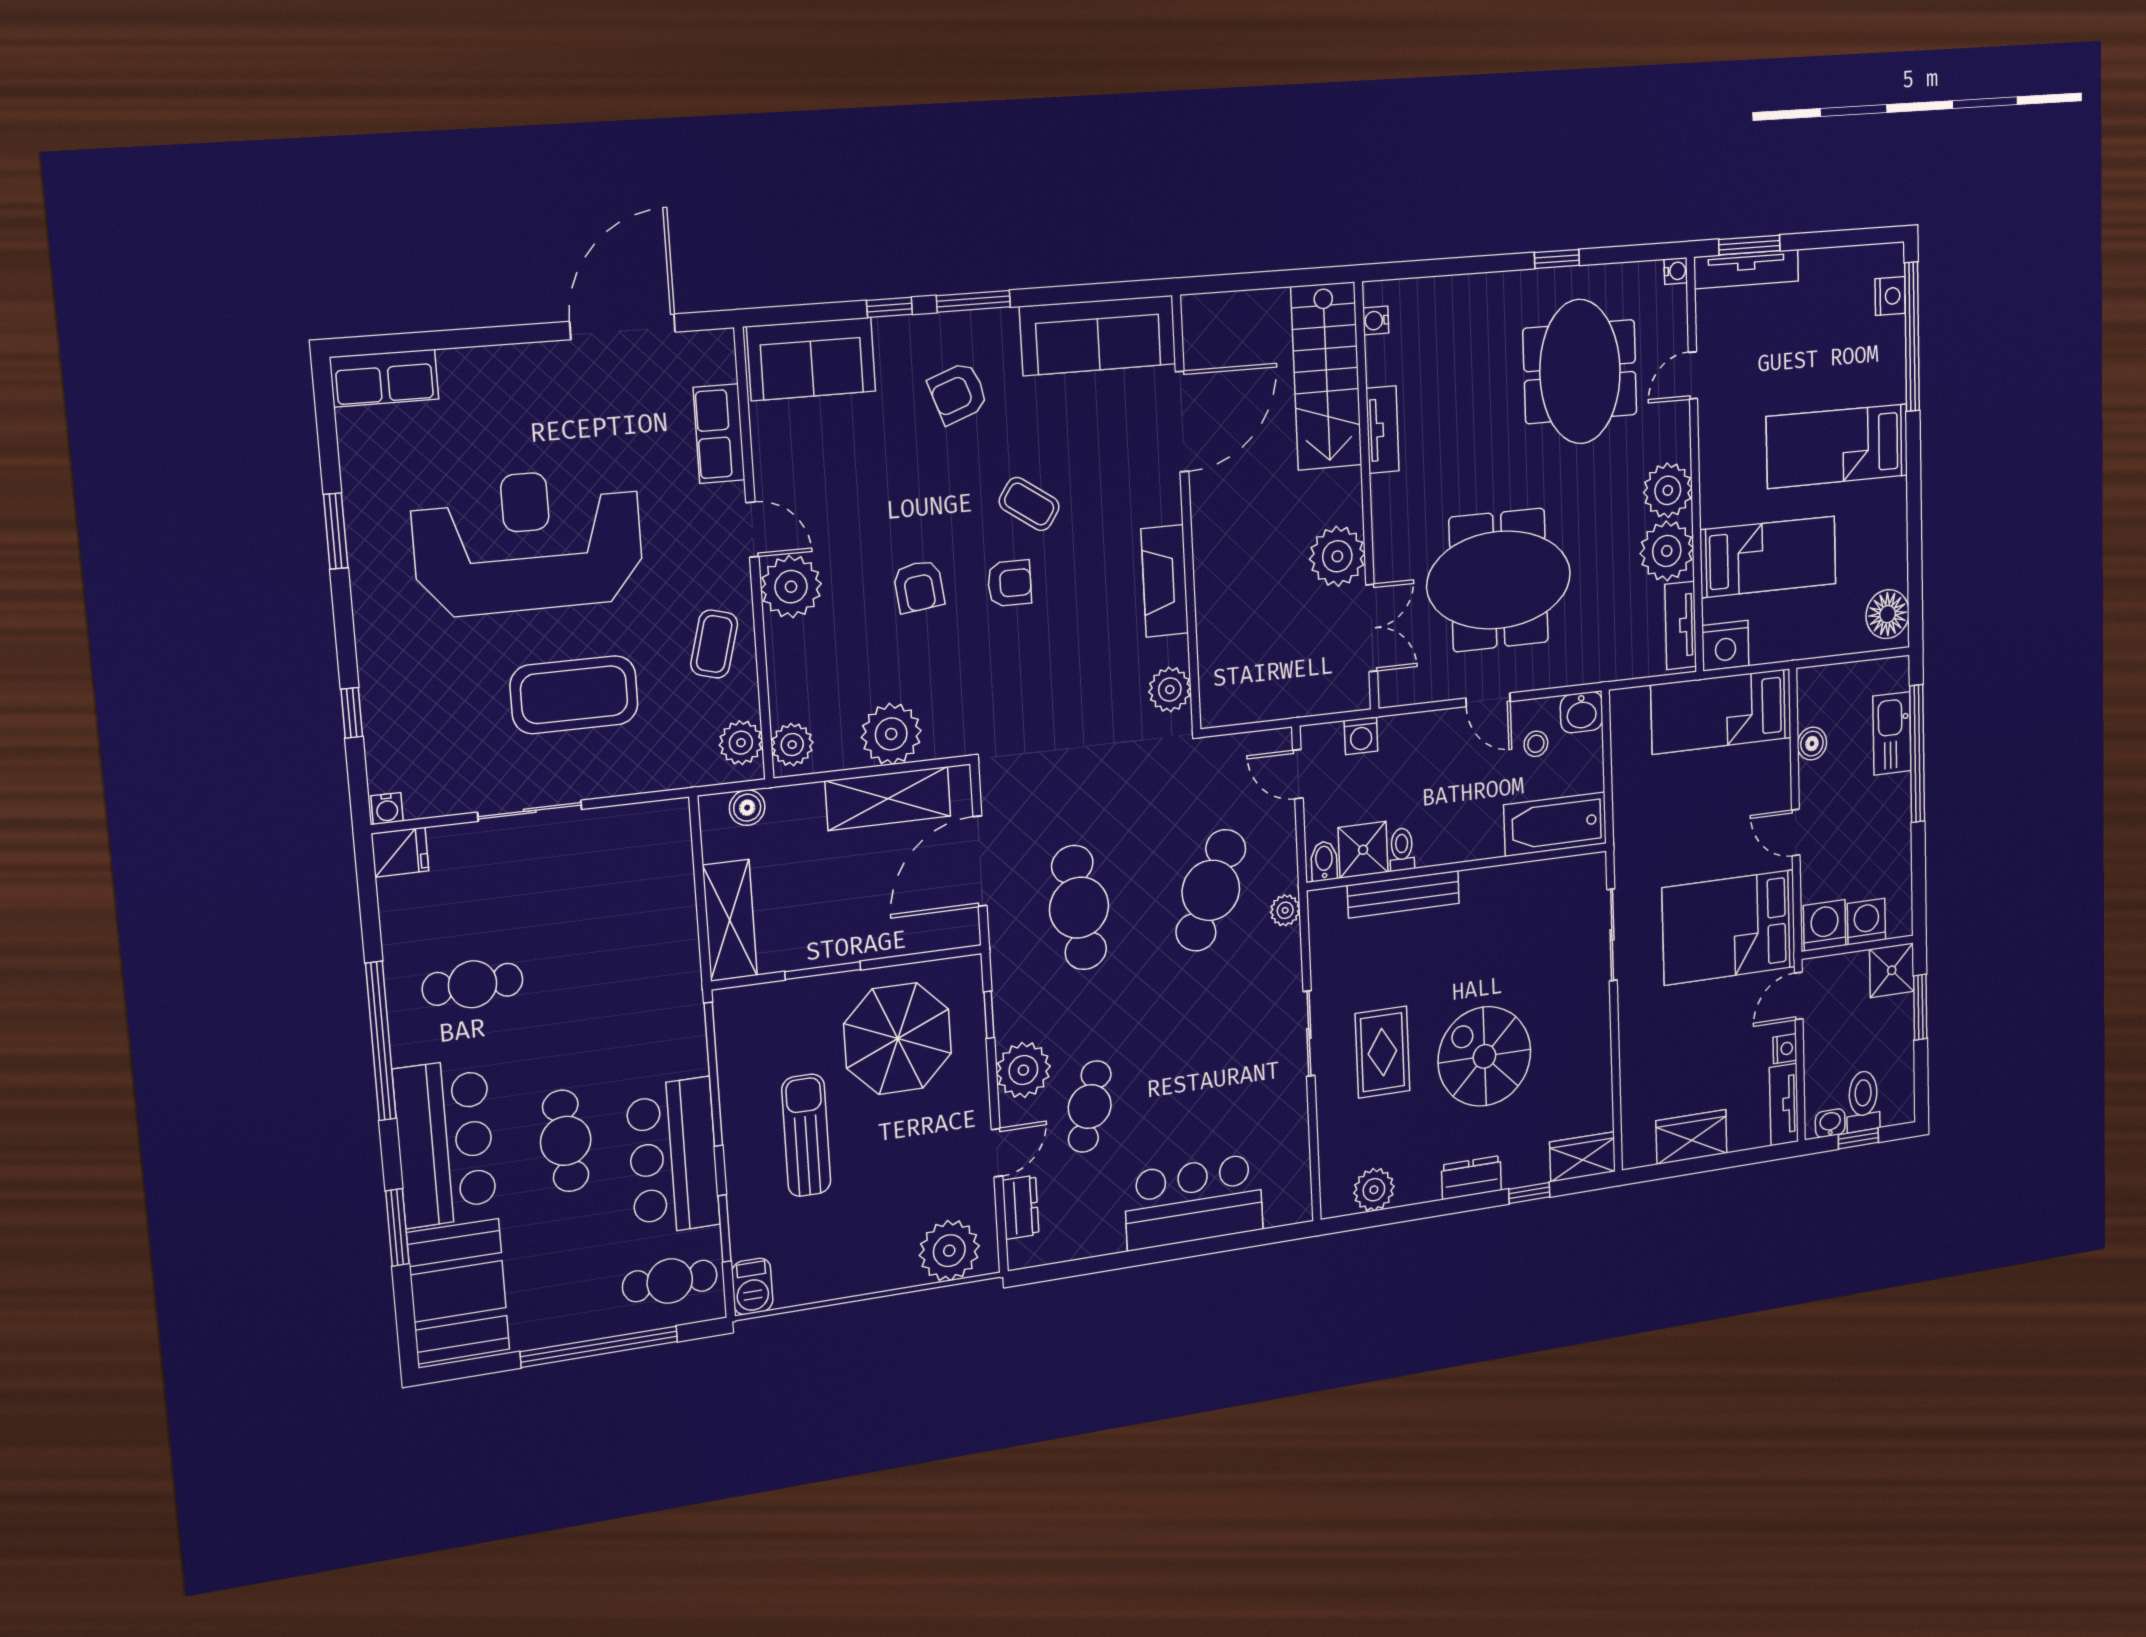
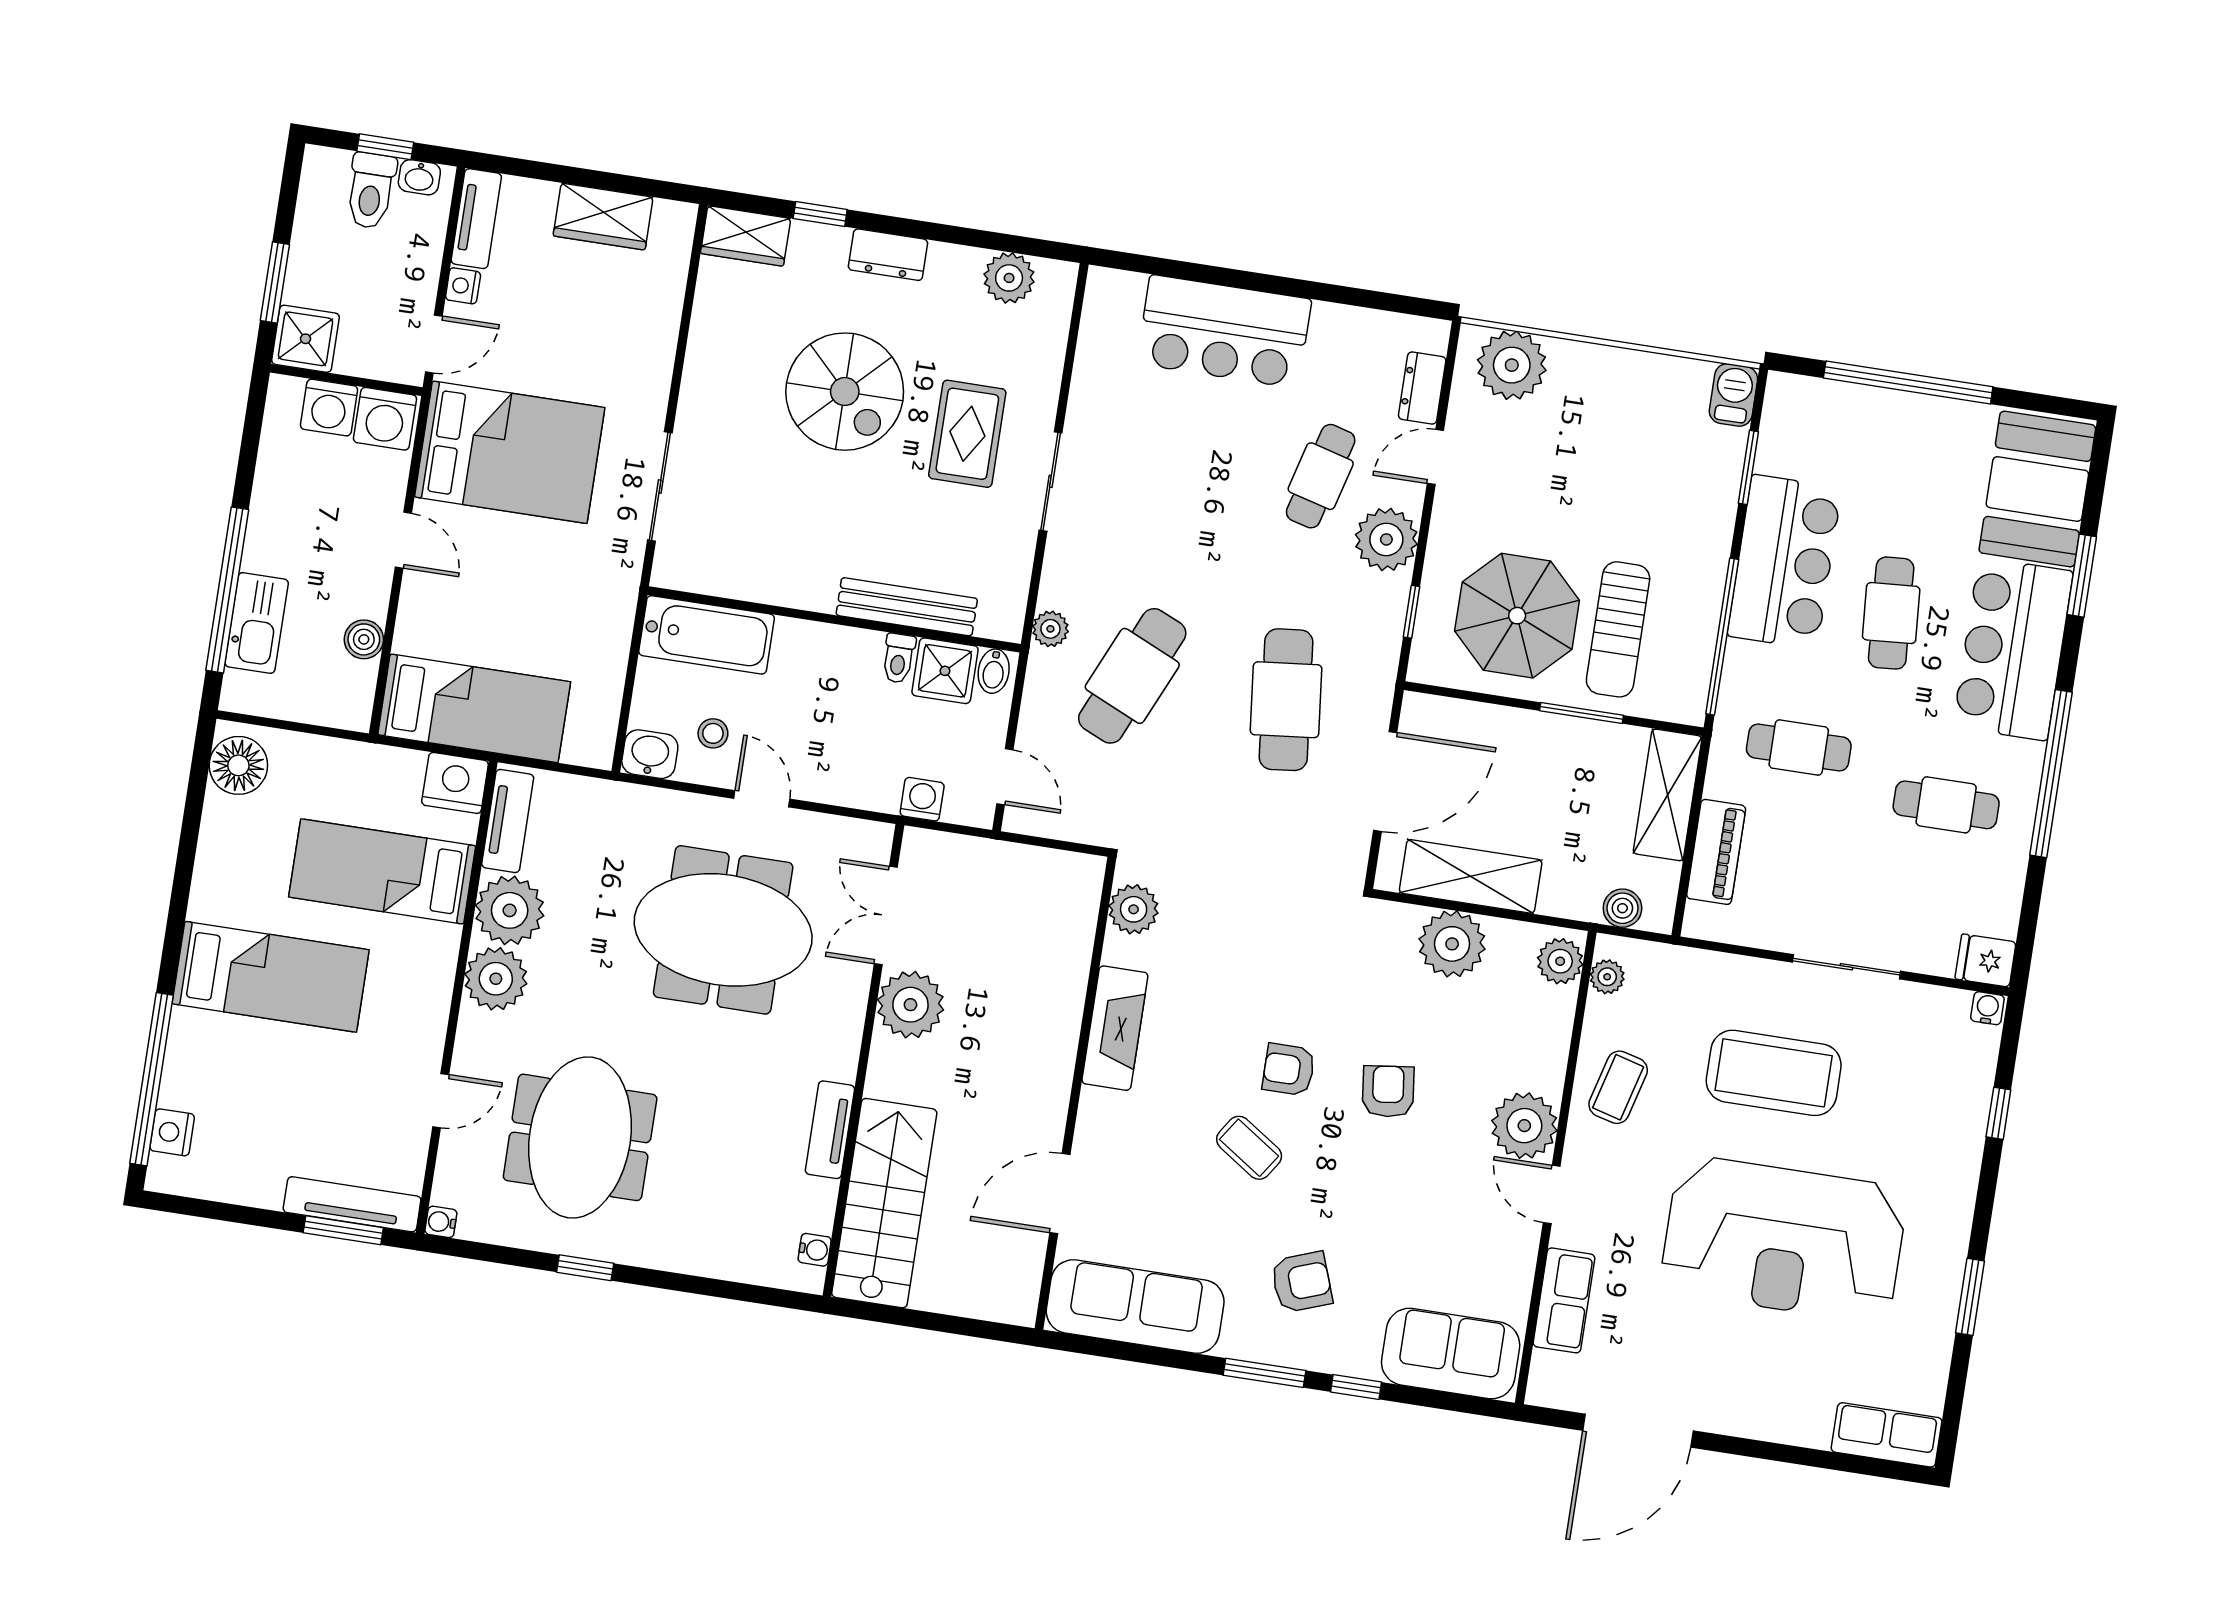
door: (1182, 422) -> (1060, 1194), width x0.73
plant: (741, 743) -> (1607, 977), width x0.73, depth x0.73
piano: (674, 882) -> (1716, 852), added
sun lounger: (806, 1135) -> (1618, 629), moved
cafe table: (670, 1281) -> (1799, 747), moved

